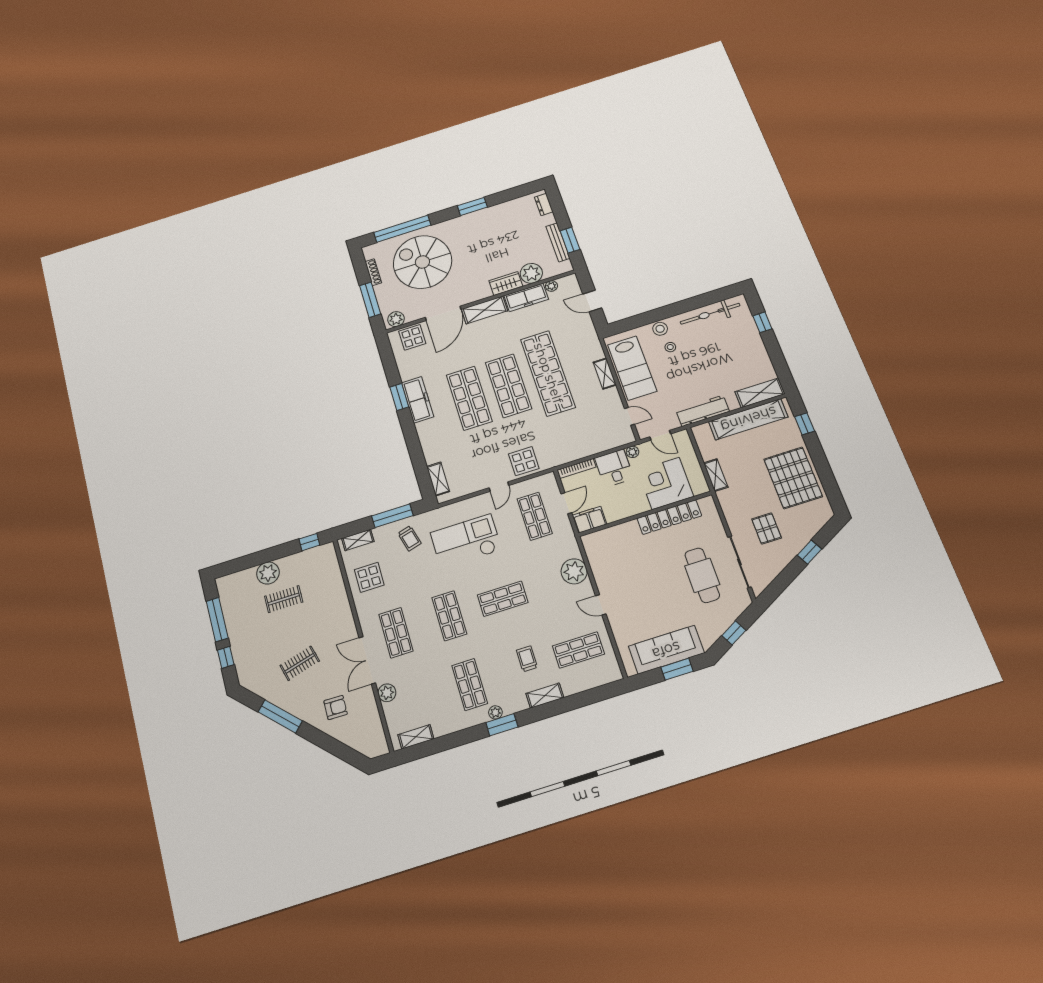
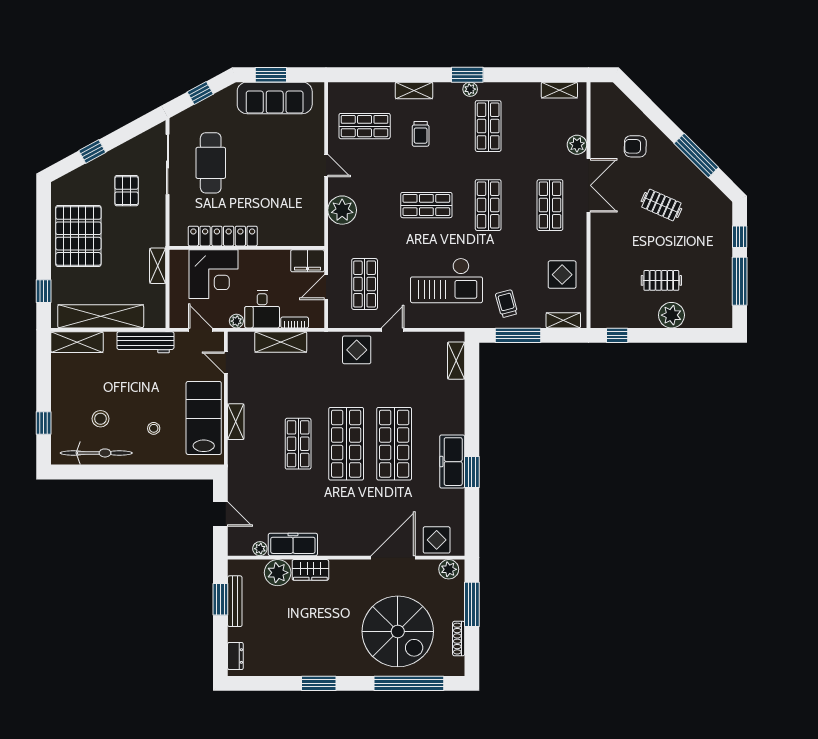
shelving: (484, 310) -> (281, 342), moved
stool: (660, 329) -> (100, 419), moved
shop shelf: (548, 373) -> (298, 444), width x0.50, depth x0.74
bookcase: (577, 468) -> (295, 322), width x0.64
clothes rail: (300, 663) -> (661, 205), turned 39

